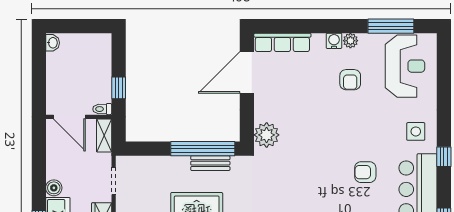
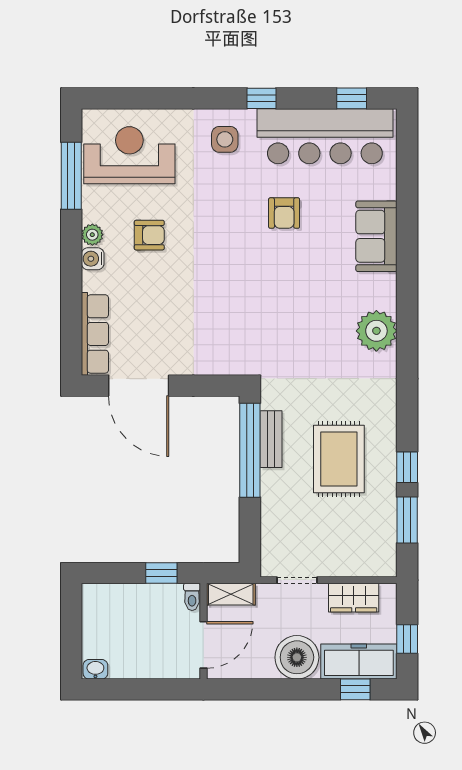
plant: (267, 135) -> (230, 357), removed
boiler: (54, 188) -> (297, 657), width x1.86, depth x1.86

